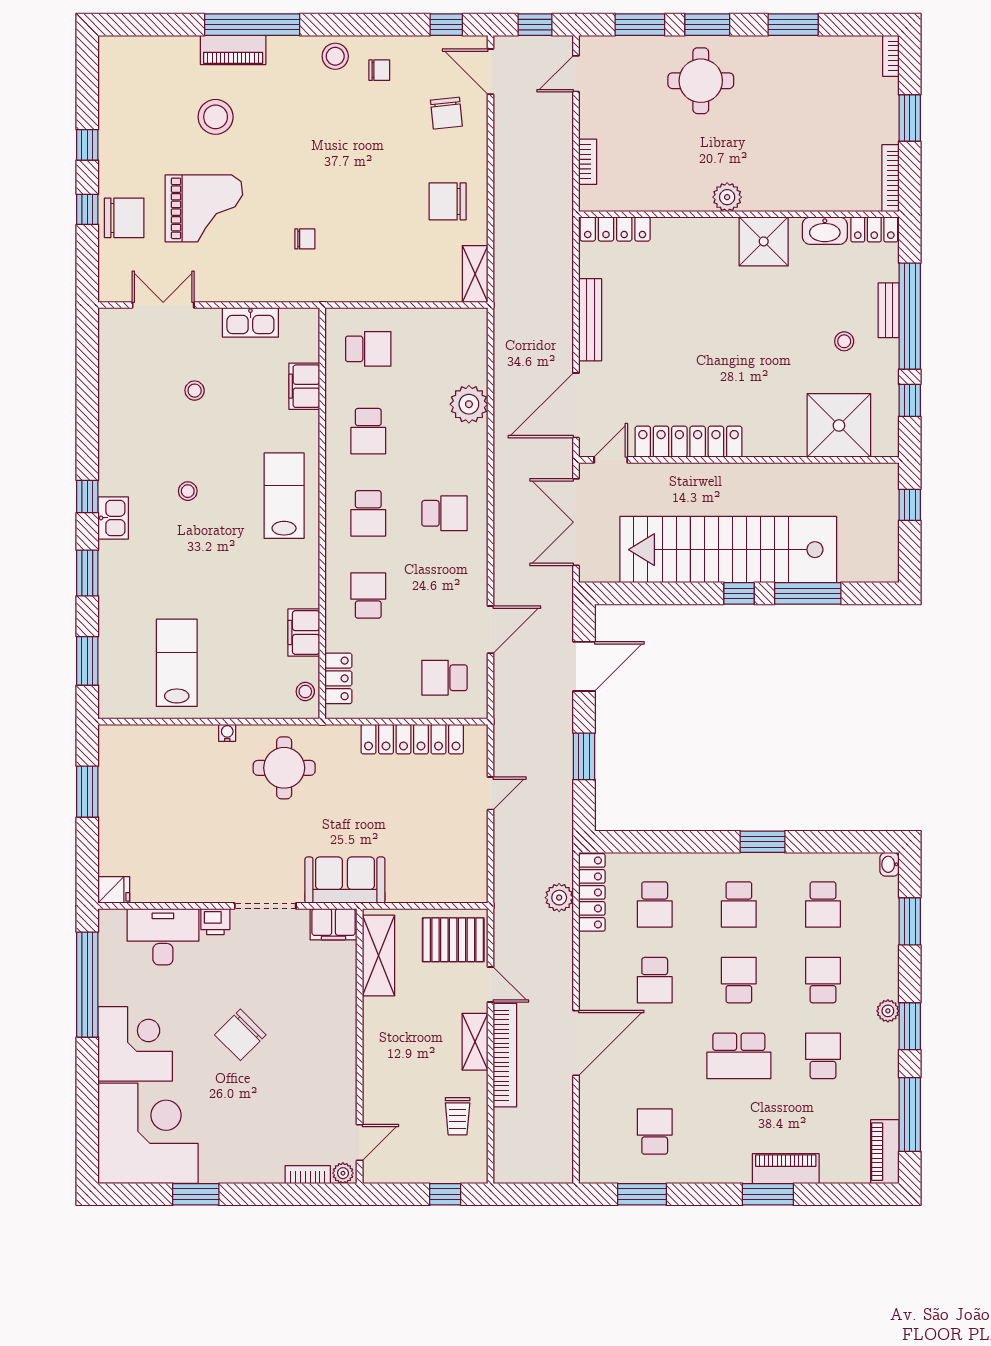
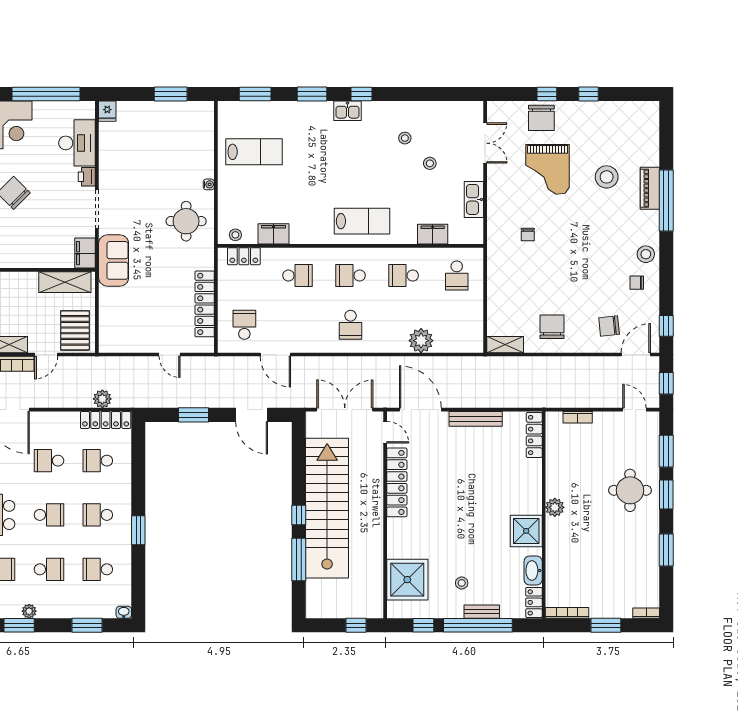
chair: (379, 70) -> (637, 283), turned 90
stool: (188, 491) -> (405, 138), moved

